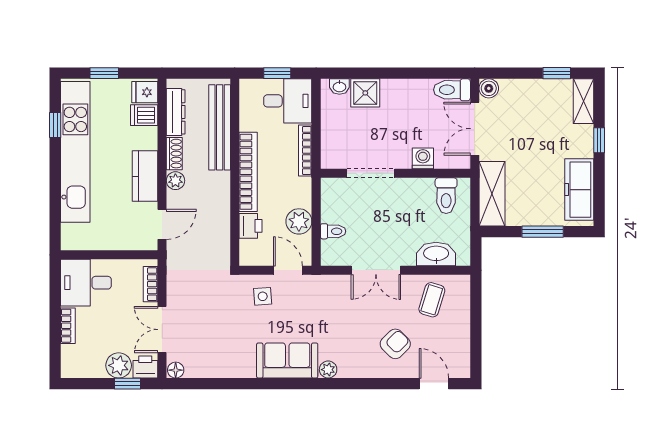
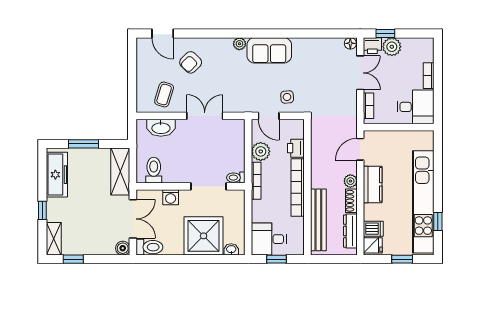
shower: (365, 93) -> (204, 236), width x1.86, depth x1.86
bookcase: (305, 150) -> (256, 181), moved
toilet: (333, 231) -> (236, 178), moved

